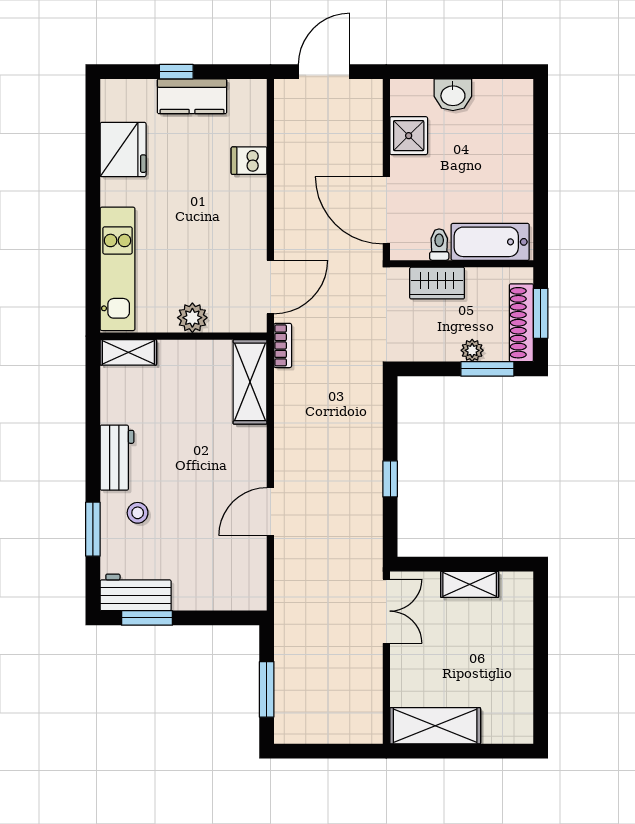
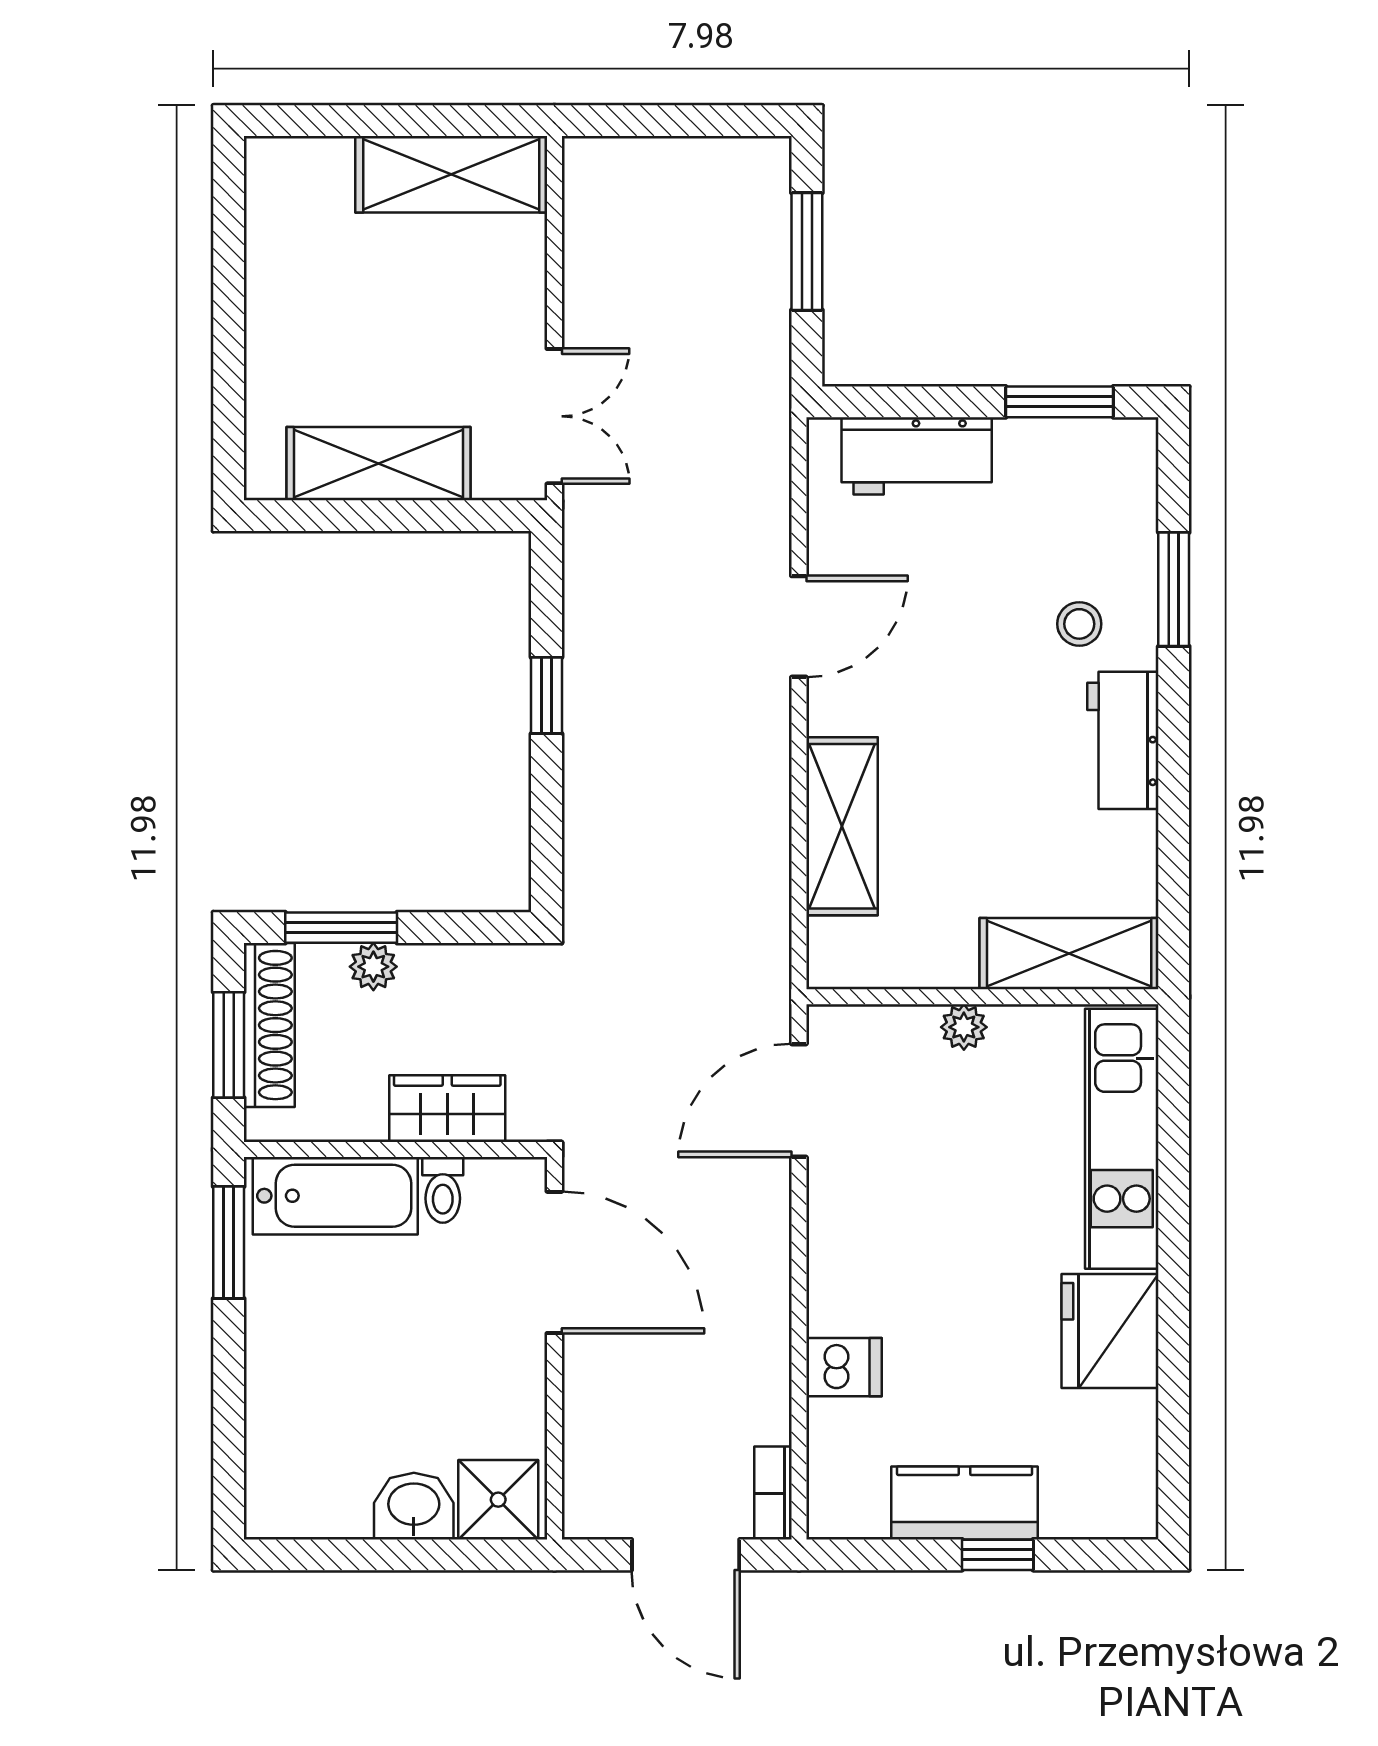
door: (324, 72) -> (686, 1555), hinge flipped
shower: (409, 136) -> (498, 1500), moved
fridge: (123, 150) -> (1110, 1331), moved
window: (541, 220) -> (229, 1242), added
plant: (192, 318) -> (964, 1027), width x0.73, depth x0.73
bookcase: (283, 345) -> (773, 1493), moved
shelving: (128, 352) -> (1069, 954), width x1.50, depth x1.33
shelving: (250, 382) -> (842, 826), moved
shelving: (470, 584) -> (378, 464), width x1.50, depth x1.33
workbench: (136, 592) -> (917, 456), moved
double door: (386, 611) -> (554, 416), swing flipped

